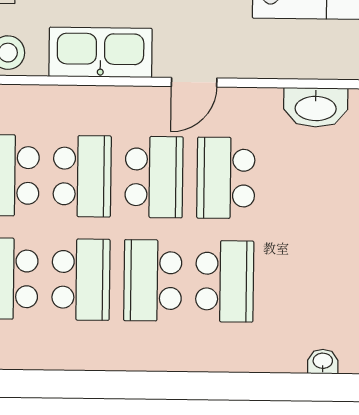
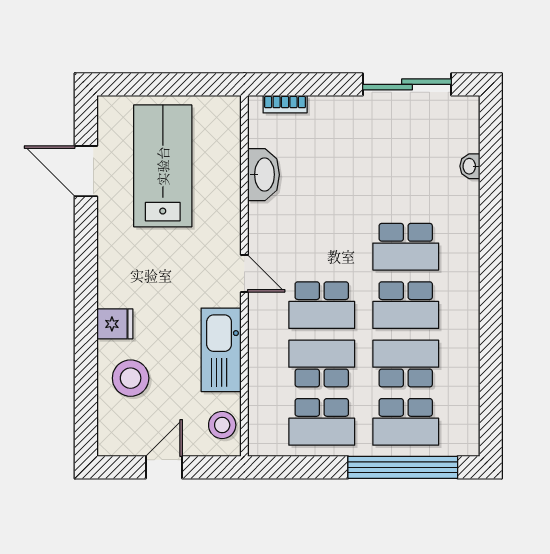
school desk: (154, 177) -> (322, 305), turned 180
school desk: (226, 178) -> (322, 247), removed
school desk: (225, 281) -> (406, 247), turned 180

